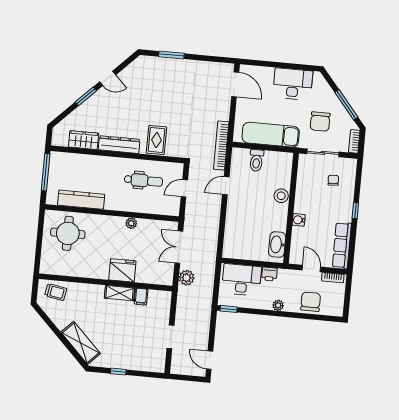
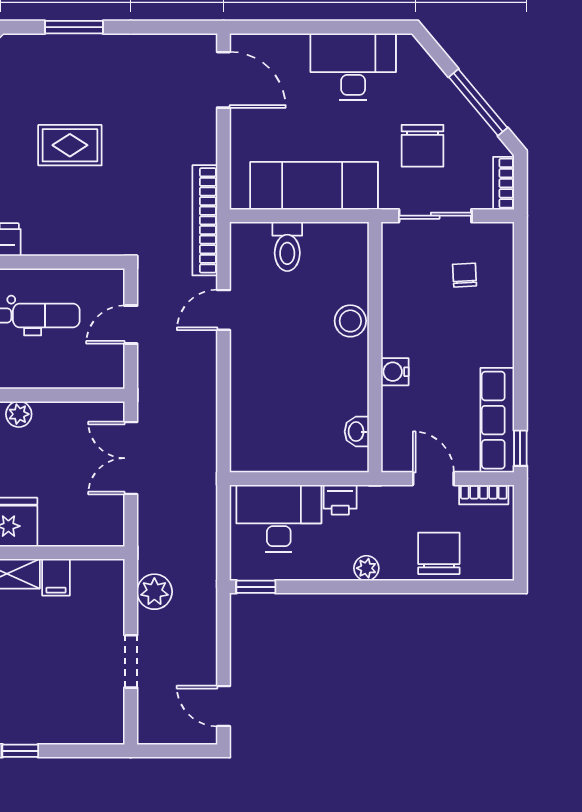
rug: (157, 140) -> (70, 145), moved, turned 90
window: (355, 211) -> (520, 448), moved
washbasin: (277, 244) -> (357, 432), width x0.52, depth x0.69
plant: (187, 278) -> (154, 592), moved

